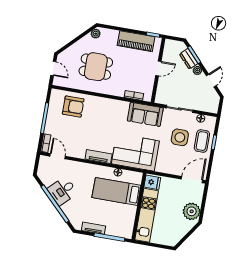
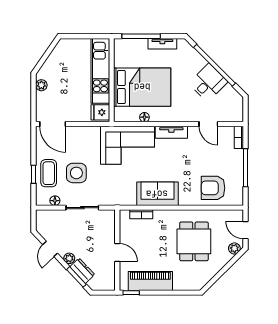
plant: (96, 34) -> (234, 248), moved
dining table: (96, 67) -> (194, 241), turned 90
door: (158, 68) -> (117, 253), swing flipped
sofa: (145, 114) -> (157, 194), moved
door: (58, 156) -> (208, 124), moved
door: (192, 180) -> (53, 124), hinge flipped
bed: (116, 191) -> (142, 87), width x1.50
plant: (192, 211) -> (41, 85), width x0.53, depth x0.53

